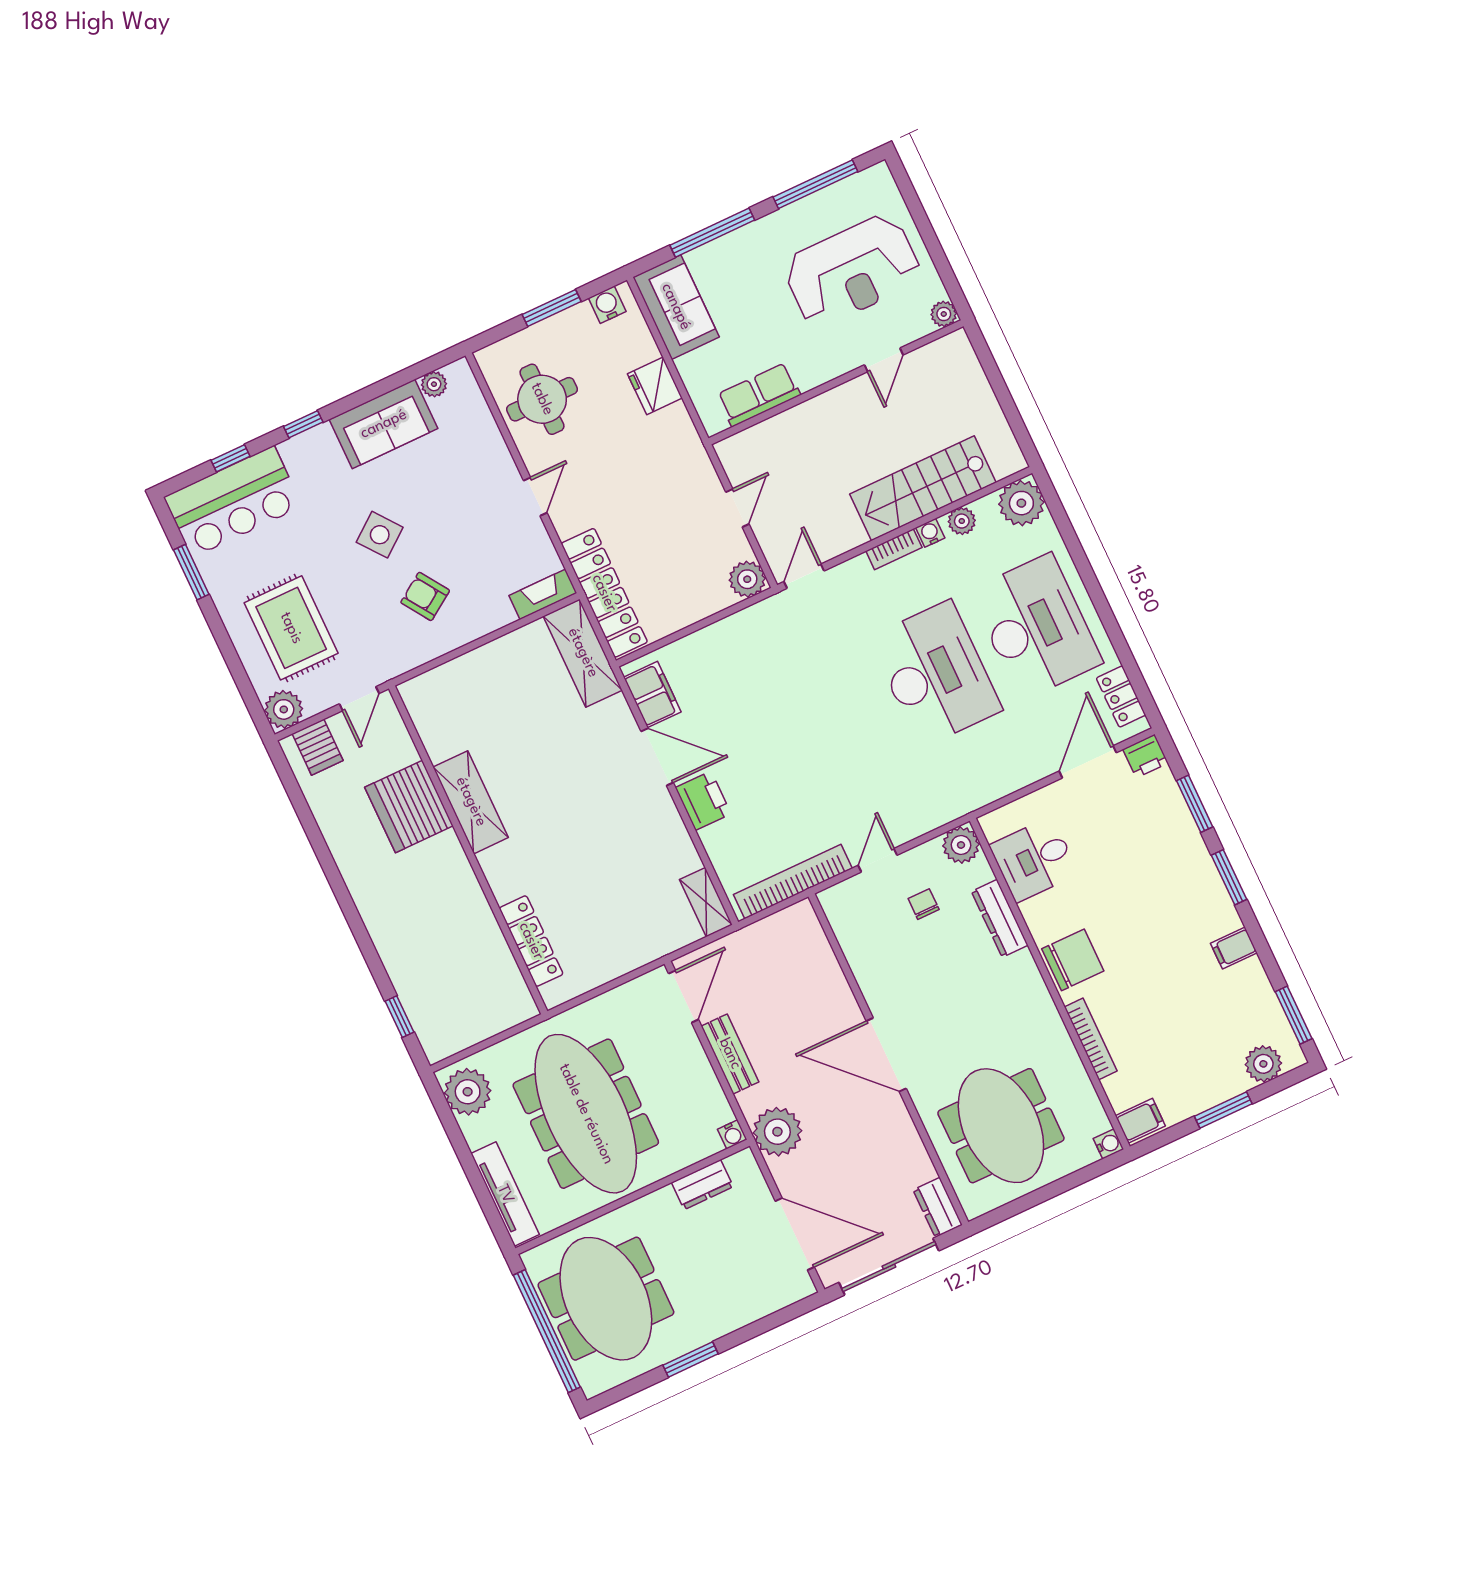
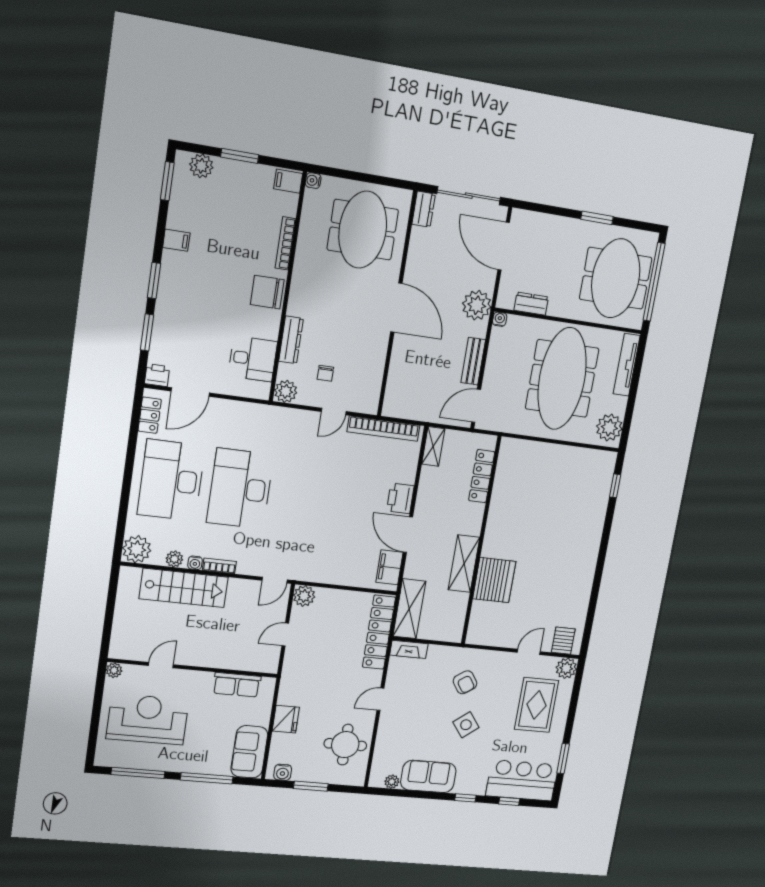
shelving: (471, 802) -> (464, 564), moved
server rack: (409, 807) -> (494, 580), moved
wall: (468, 850) -> (481, 541), moved
locker: (531, 941) -> (482, 476), moved

